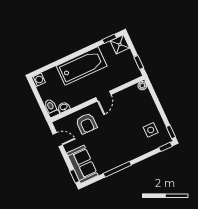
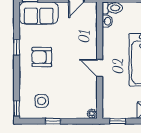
armchair: (86, 123) -> (42, 57), moved
window: (171, 132) -> (53, 121), moved
window: (117, 169) -> (17, 47), width x0.46

